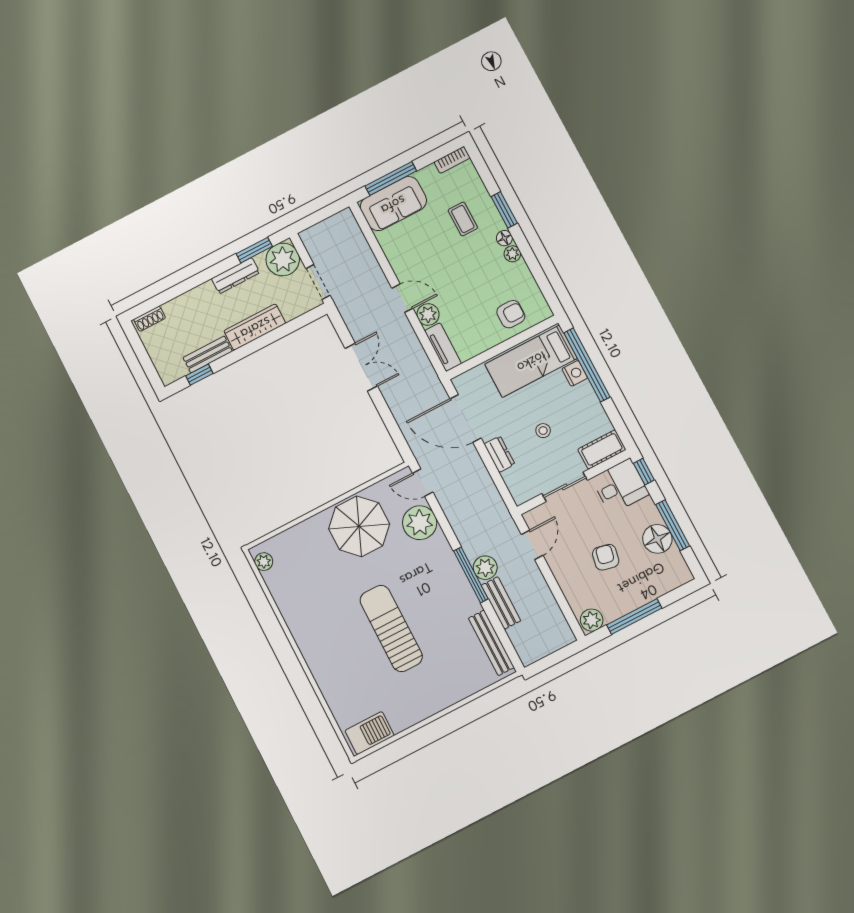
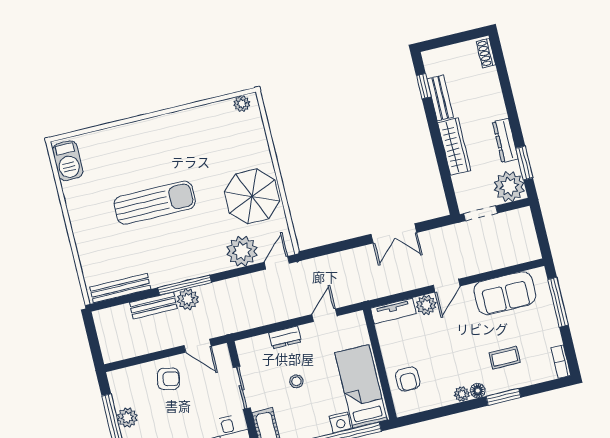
sofa: (393, 204) -> (505, 293), moved, turned -90
door: (466, 418) -> (325, 315), width x0.53
armchair: (606, 557) -> (168, 379), moved
plant: (592, 620) -> (127, 418), moved

